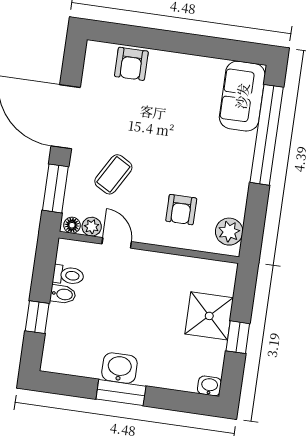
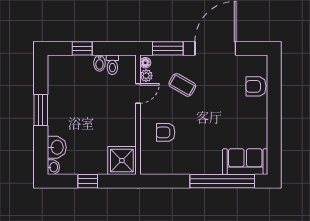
plant: (229, 232) -> (156, 166), removed
shower: (209, 316) -> (122, 161), moved
washbasin: (119, 368) -> (57, 147), moved

